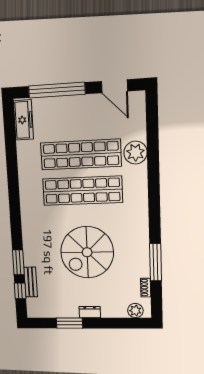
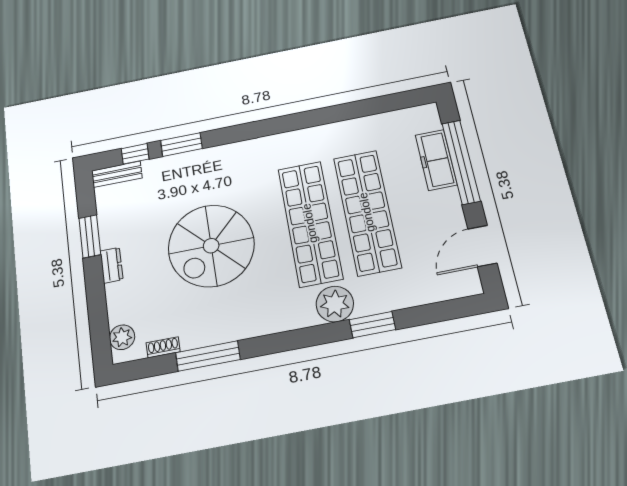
freezer: (23, 120) -> (436, 160), moved, turned 90
plant: (135, 153) -> (335, 304), moved
window: (153, 162) -> (372, 325), added
spiral stairs: (87, 252) -> (211, 246), turned -90
bench: (31, 282) -> (117, 174), moved

